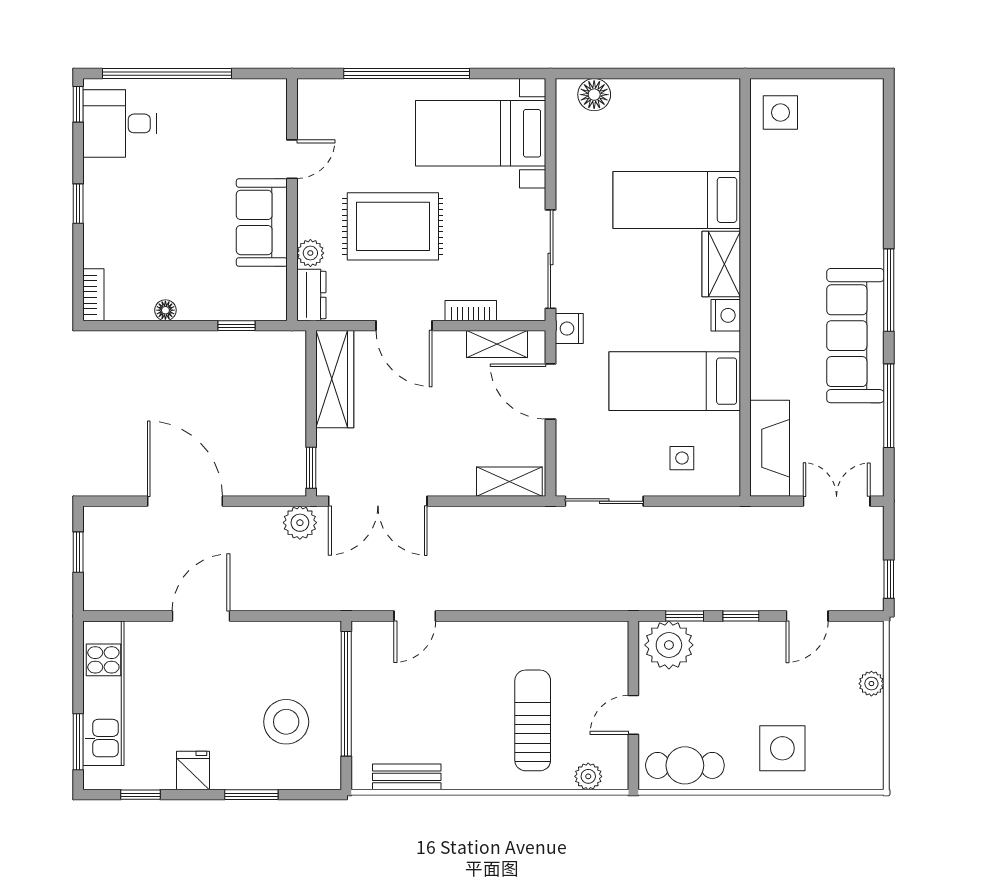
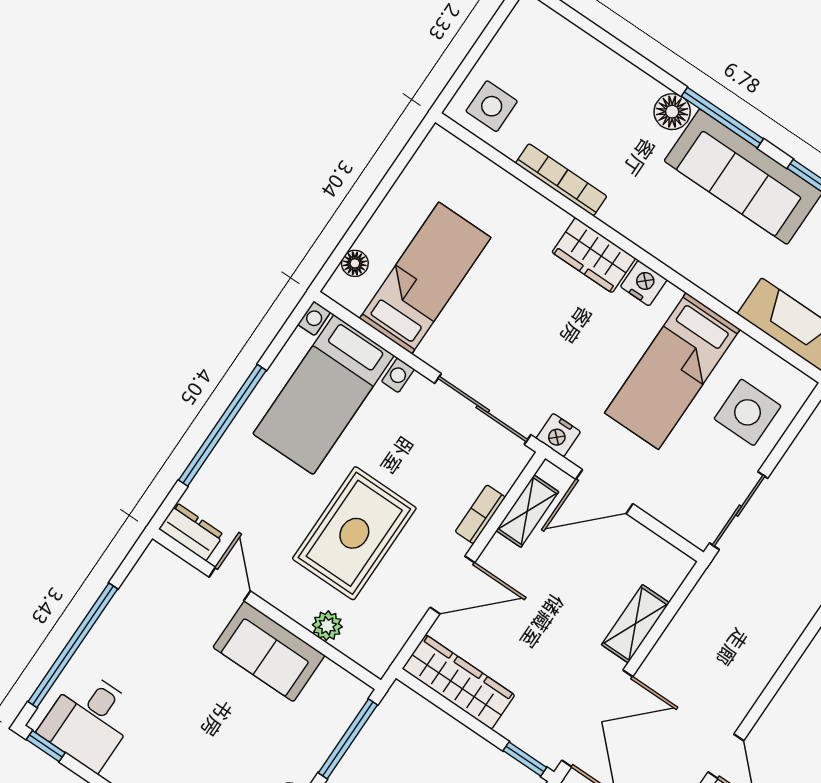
floor lamp: (594, 95) -> (355, 263), width x0.73, depth x0.73
bed: (677, 200) -> (425, 278), moved, turned 180
bookcase: (761, 201) -> (561, 180), added
floor lamp: (868, 250) -> (672, 112), added
dresser: (311, 295) -> (191, 532), moved
window: (236, 326) -> (348, 739), width x2.17
side table: (682, 458) -> (748, 412), width x1.87, depth x1.87
shelving: (509, 482) -> (635, 624), moved

